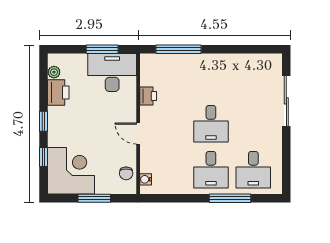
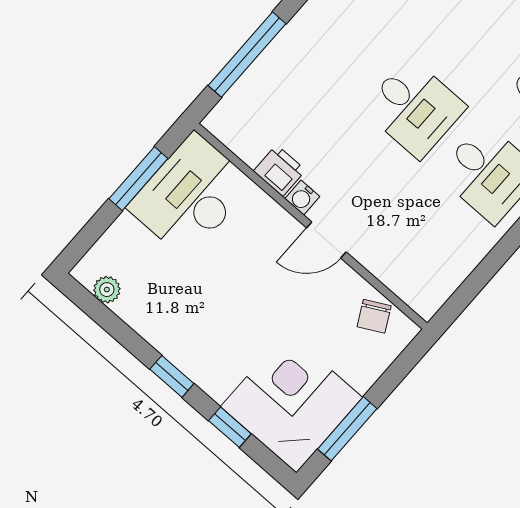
printer: (58, 93) -> (146, 312), removed
chair: (126, 173) -> (374, 316), turned 62
water cooler: (146, 179) -> (302, 198), moved
window: (94, 198) -> (347, 429), moved

